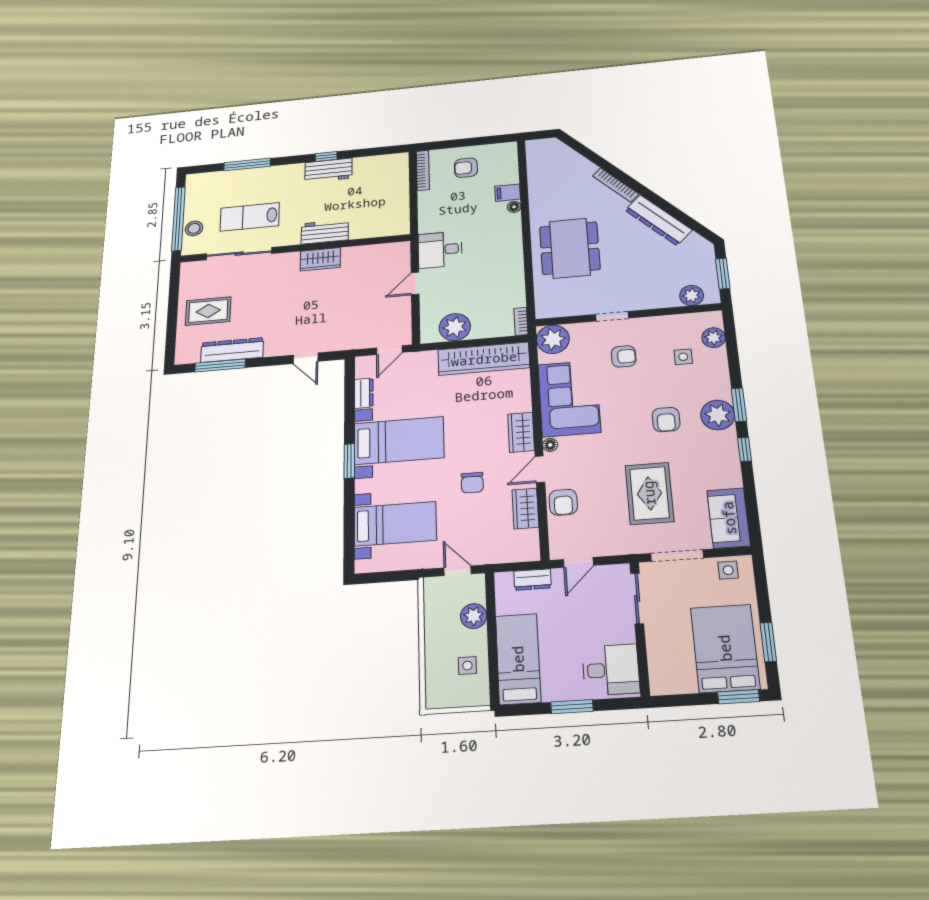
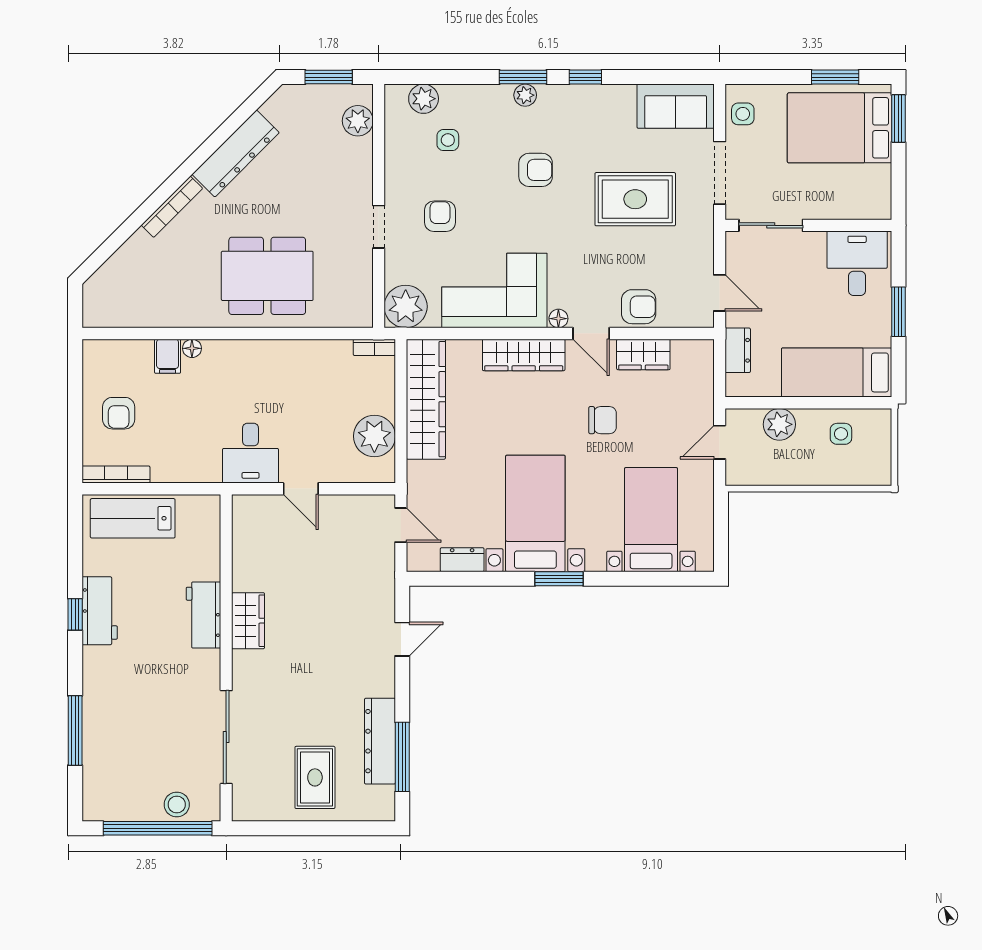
lab bench: (250, 217) -> (133, 518), moved, turned 90
plant: (718, 415) -> (525, 95), width x0.53, depth x0.53
wardrobe: (521, 432) -> (524, 355), width x1.50

